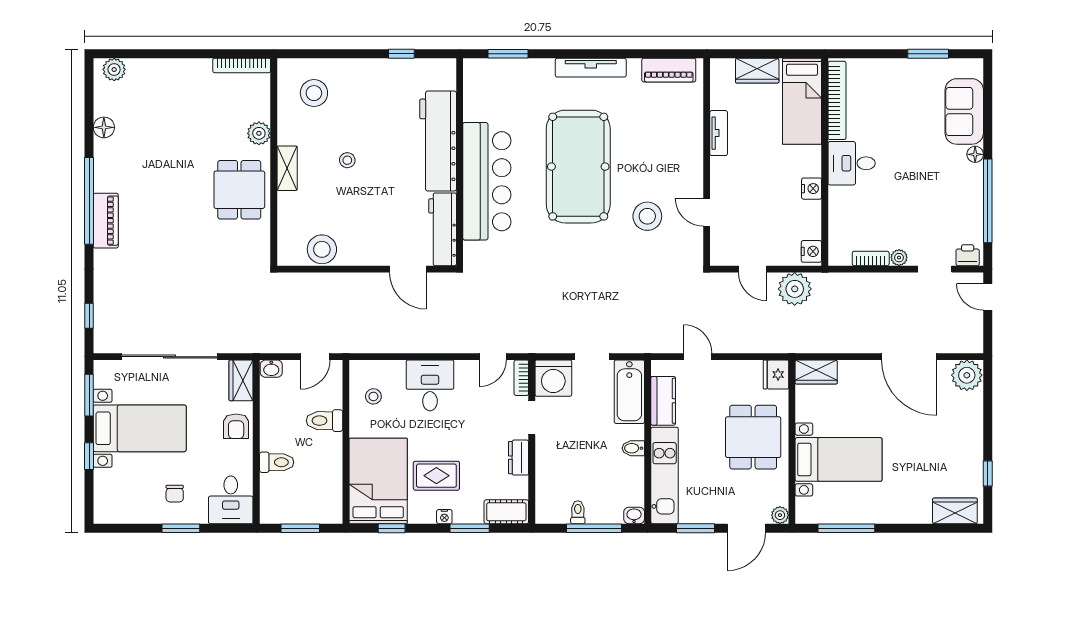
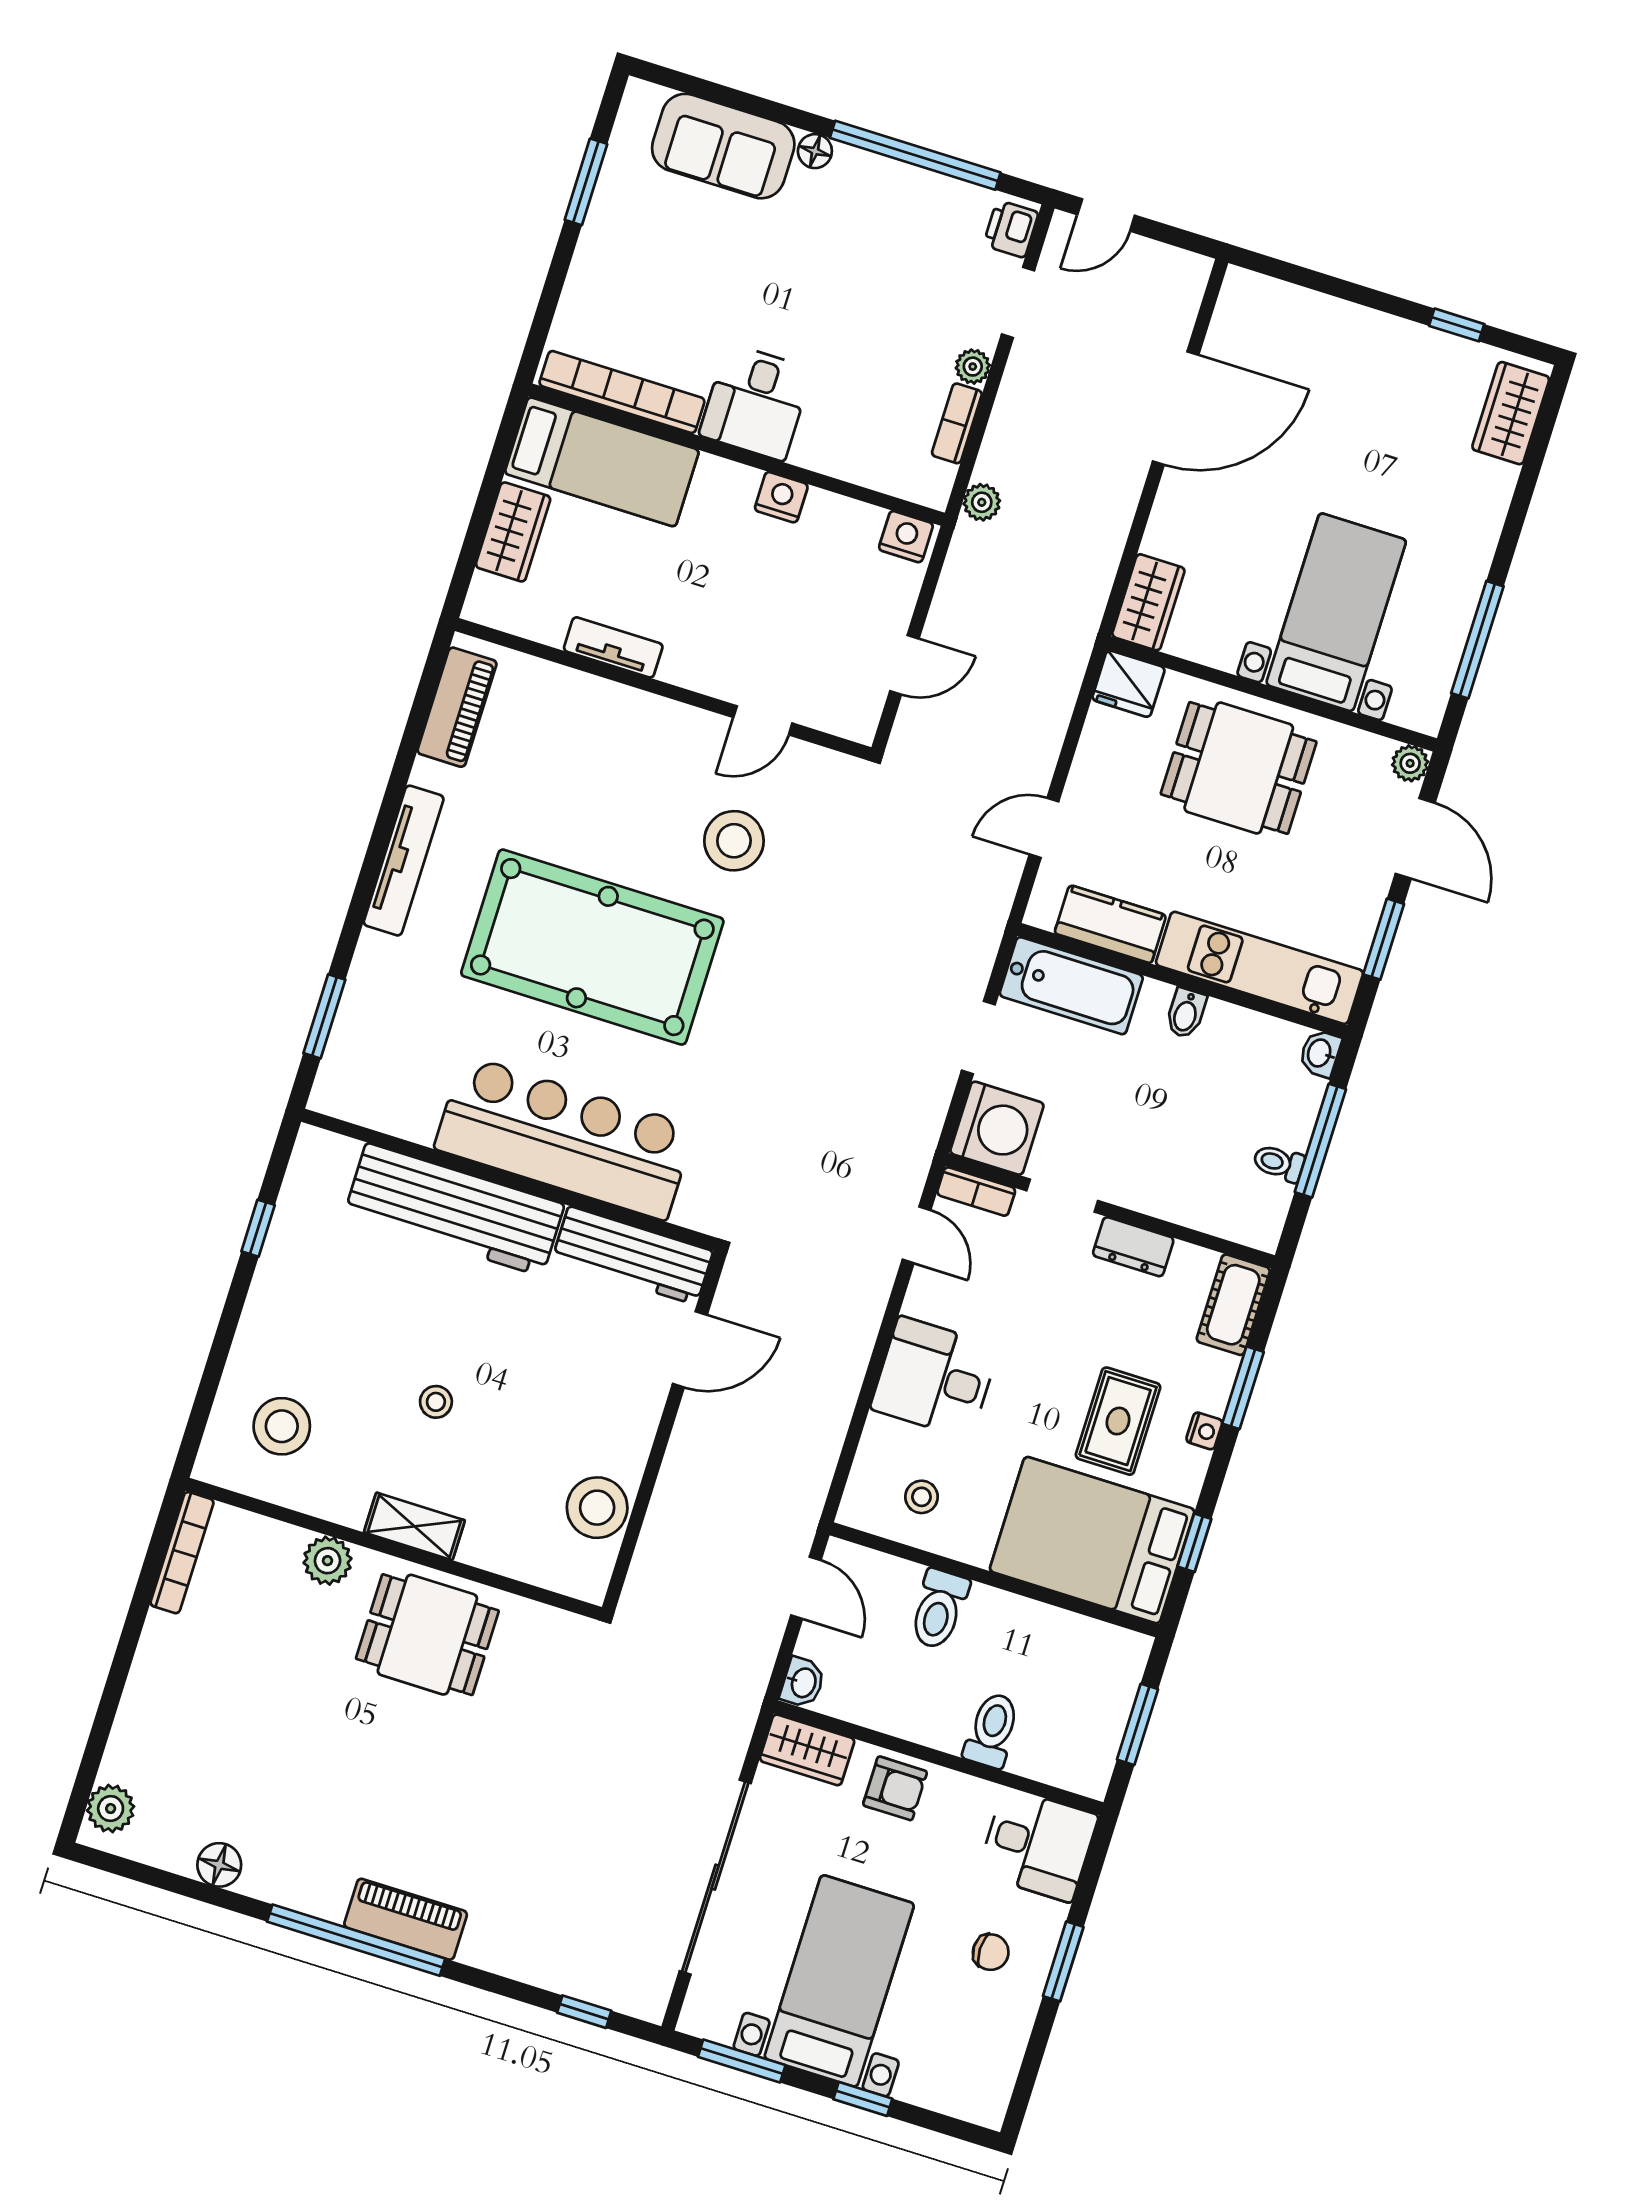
plant: (795, 289) -> (982, 502), moved, width x0.53, depth x0.53
plant: (967, 375) -> (1249, 305), removed

